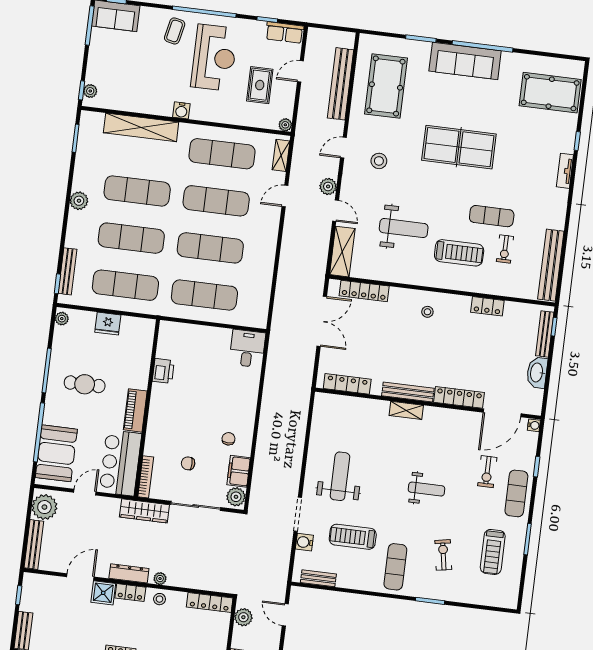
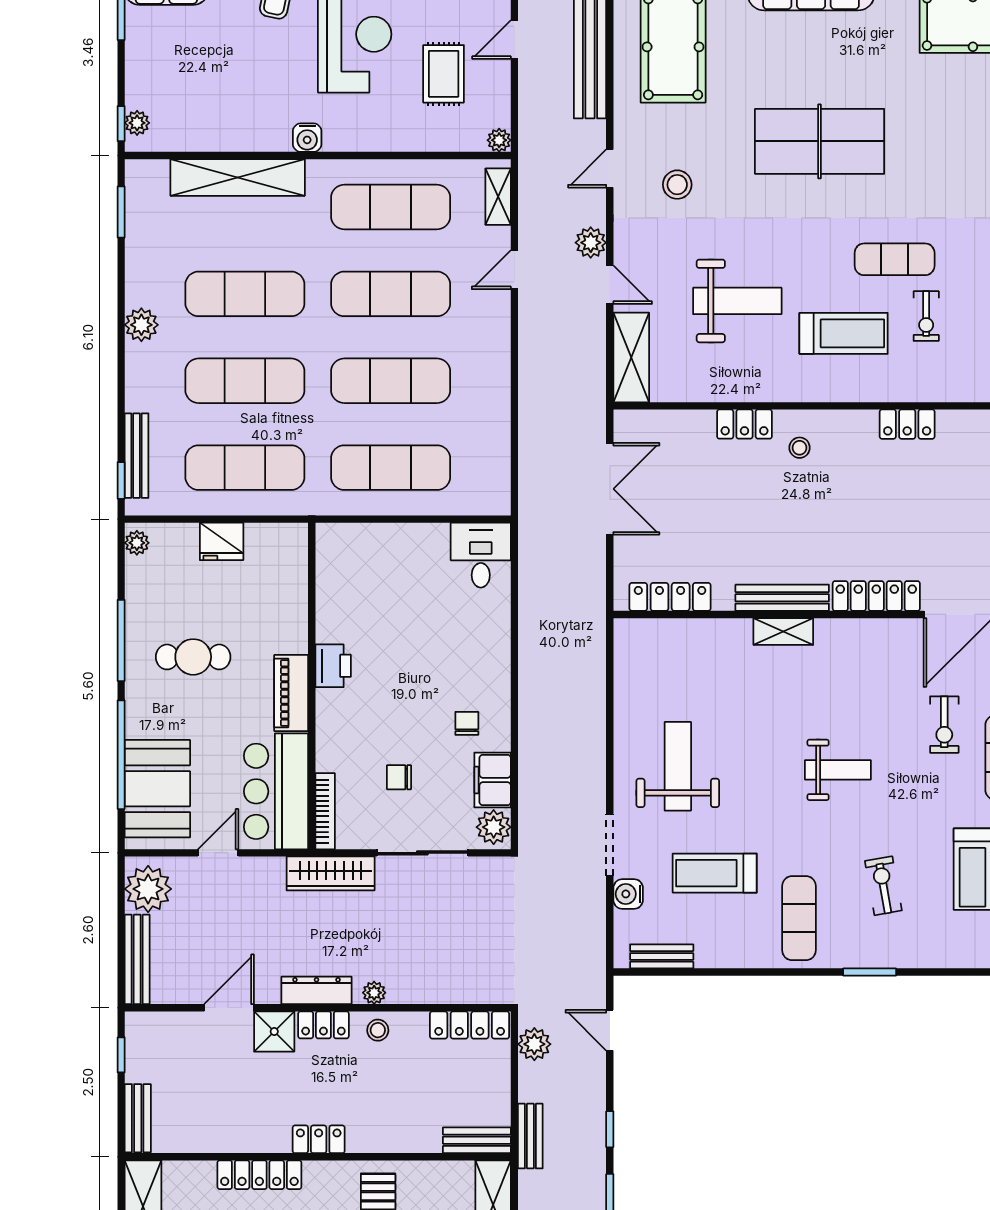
locker: (364, 291) -> (744, 424), moved, width x0.66
printer: (163, 371) -> (333, 666), moved

